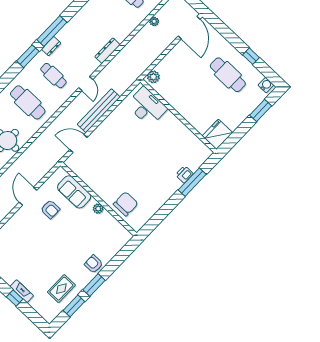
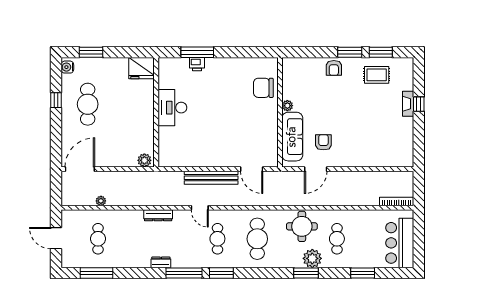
dresser: (51, 46) -> (161, 262), moved
door: (86, 84) -> (200, 208), swing flipped
desk: (147, 107) -> (172, 108), moved
sofa: (74, 192) -> (292, 137), width x1.36
door: (28, 196) -> (316, 169), moved

